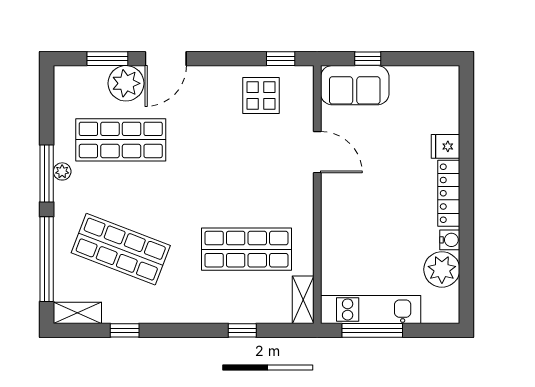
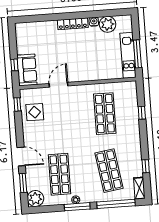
plant: (126, 83) -> (35, 199), moved
fridge: (446, 146) -> (52, 27), removed
shop shelf: (121, 249) -> (109, 171), turned -30
shelving: (303, 300) -> (126, 86), removed

